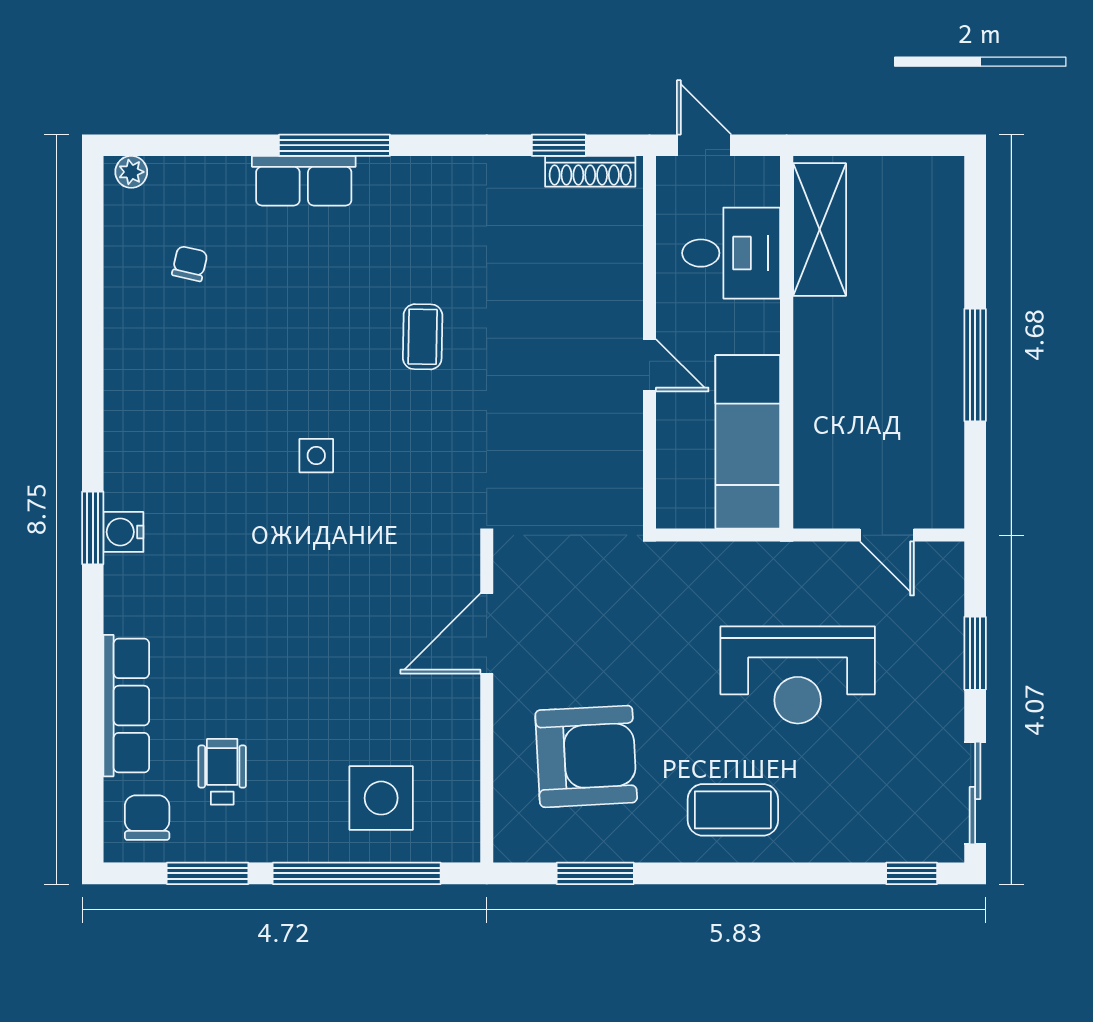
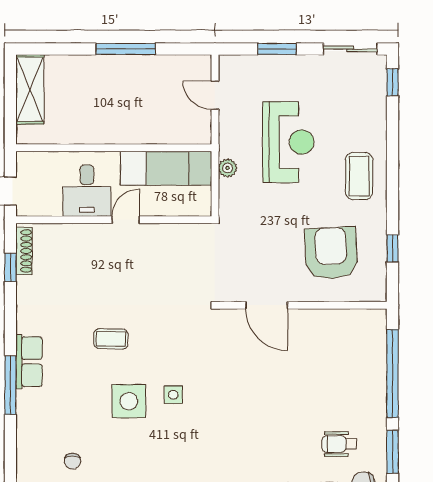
row of seats: (304, 181) -> (29, 362), moved
shelving: (820, 230) -> (30, 89), moved, turned 90
desk: (731, 253) -> (87, 191), moved, turned 180
chair: (190, 264) -> (72, 461), turned -103
door: (887, 535) -> (215, 95), swing flipped
plant: (748, 559) -> (228, 168), added
side table: (381, 798) -> (129, 401), moved
window: (595, 873) -> (392, 248), width x0.67

